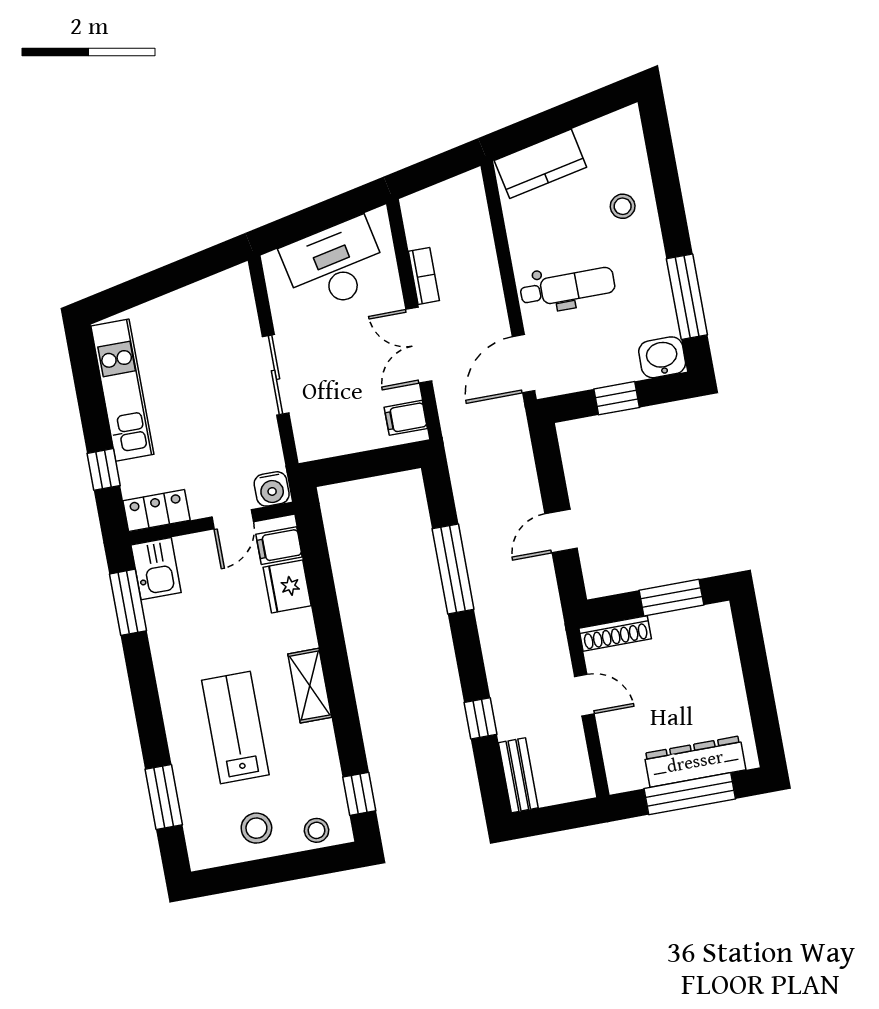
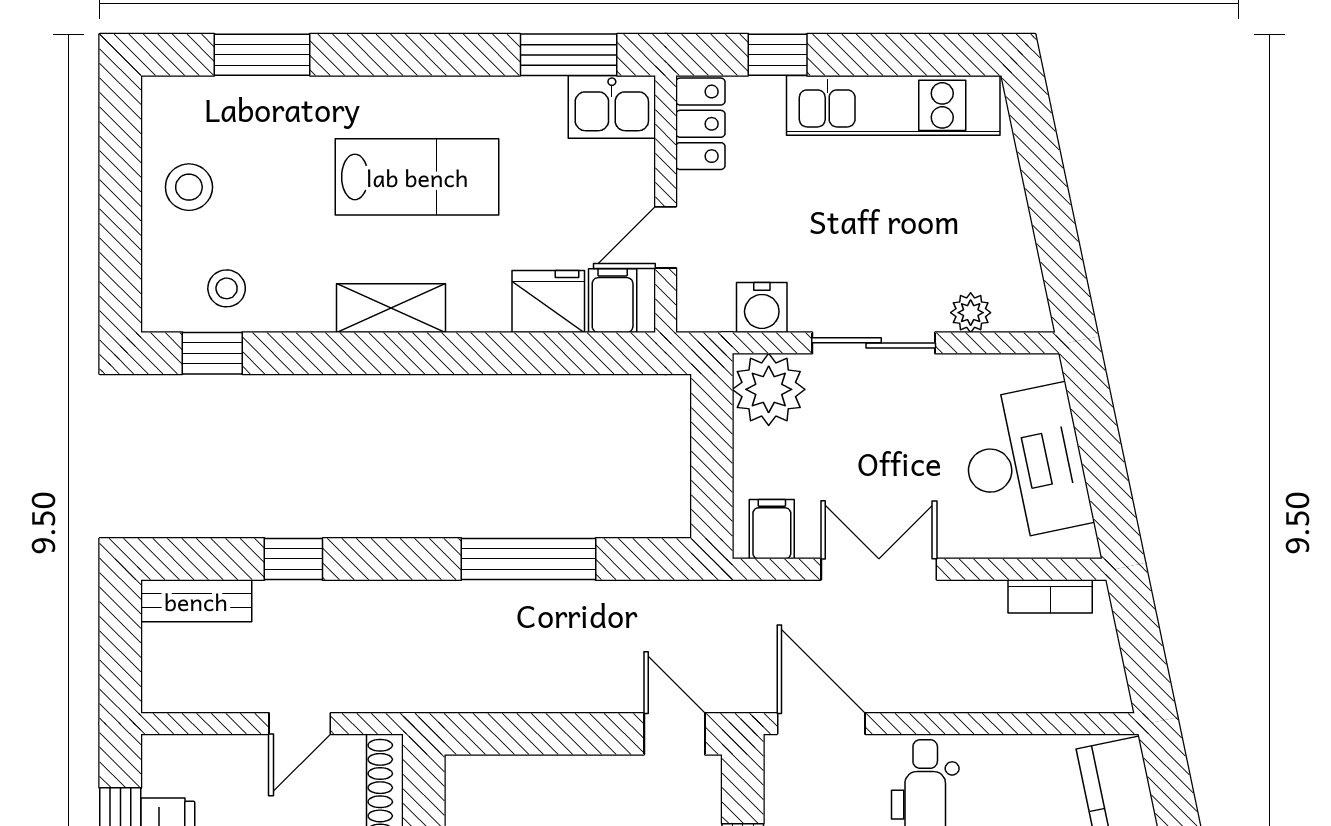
bookcase: (424, 276) -> (1050, 596), moved
plant: (245, 317) -> (971, 313), added
plant: (317, 436) -> (769, 389), added
water cooler: (272, 489) -> (762, 307), moved, turned -90
door: (233, 519) -> (666, 237), hinge flipped
door: (561, 531) -> (675, 734), moved
lab bench: (235, 727) -> (417, 177), moved
stool: (317, 830) -> (227, 288), moved

